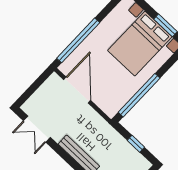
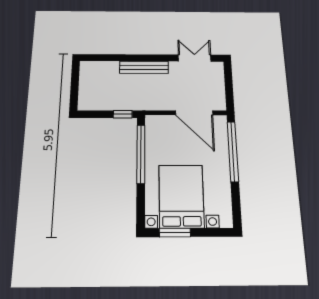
window: (136, 144) -> (123, 114), moved

